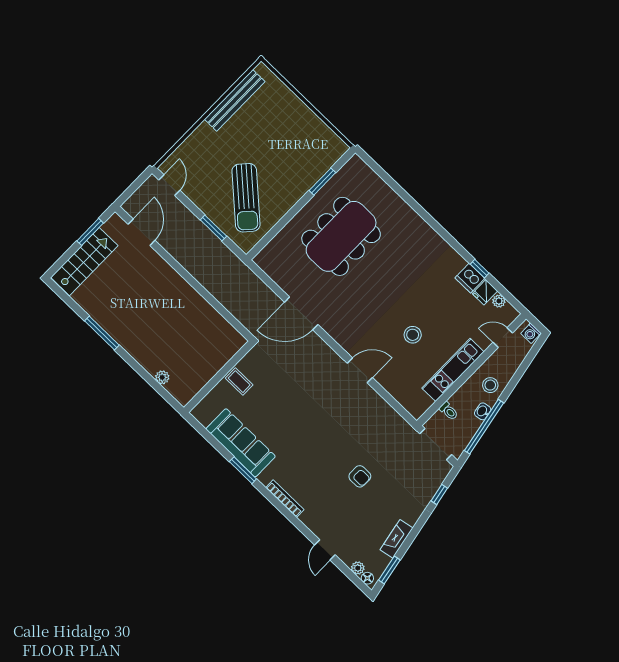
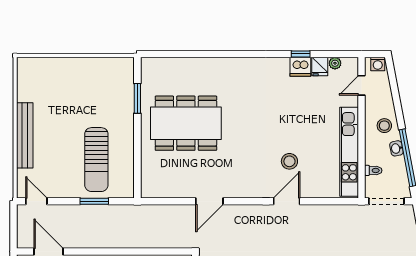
bench: (235, 100) -> (25, 135), moved
sun lounger: (246, 198) -> (96, 160), turned 48
dining table: (341, 236) -> (186, 123), turned 90
door: (301, 313) -> (209, 201), width x0.73
stool: (413, 335) -> (289, 161), moved
kitchen unit: (453, 370) -> (349, 152), width x1.36

